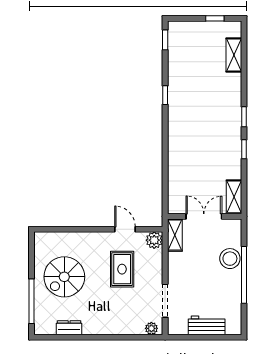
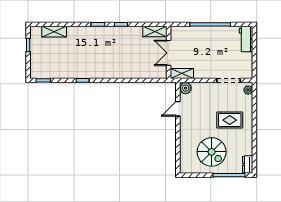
stool: (230, 259) -> (199, 34), removed
rug: (122, 269) -> (230, 120), moved
workbench: (207, 325) -> (246, 39), moved
dresser: (69, 328) -> (248, 165), moved

